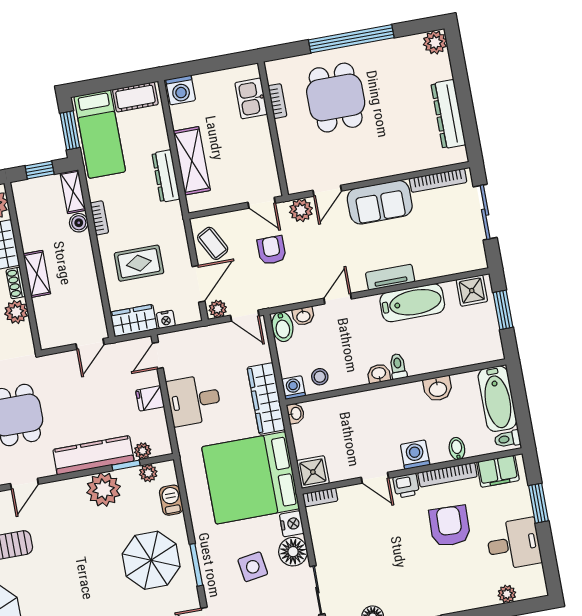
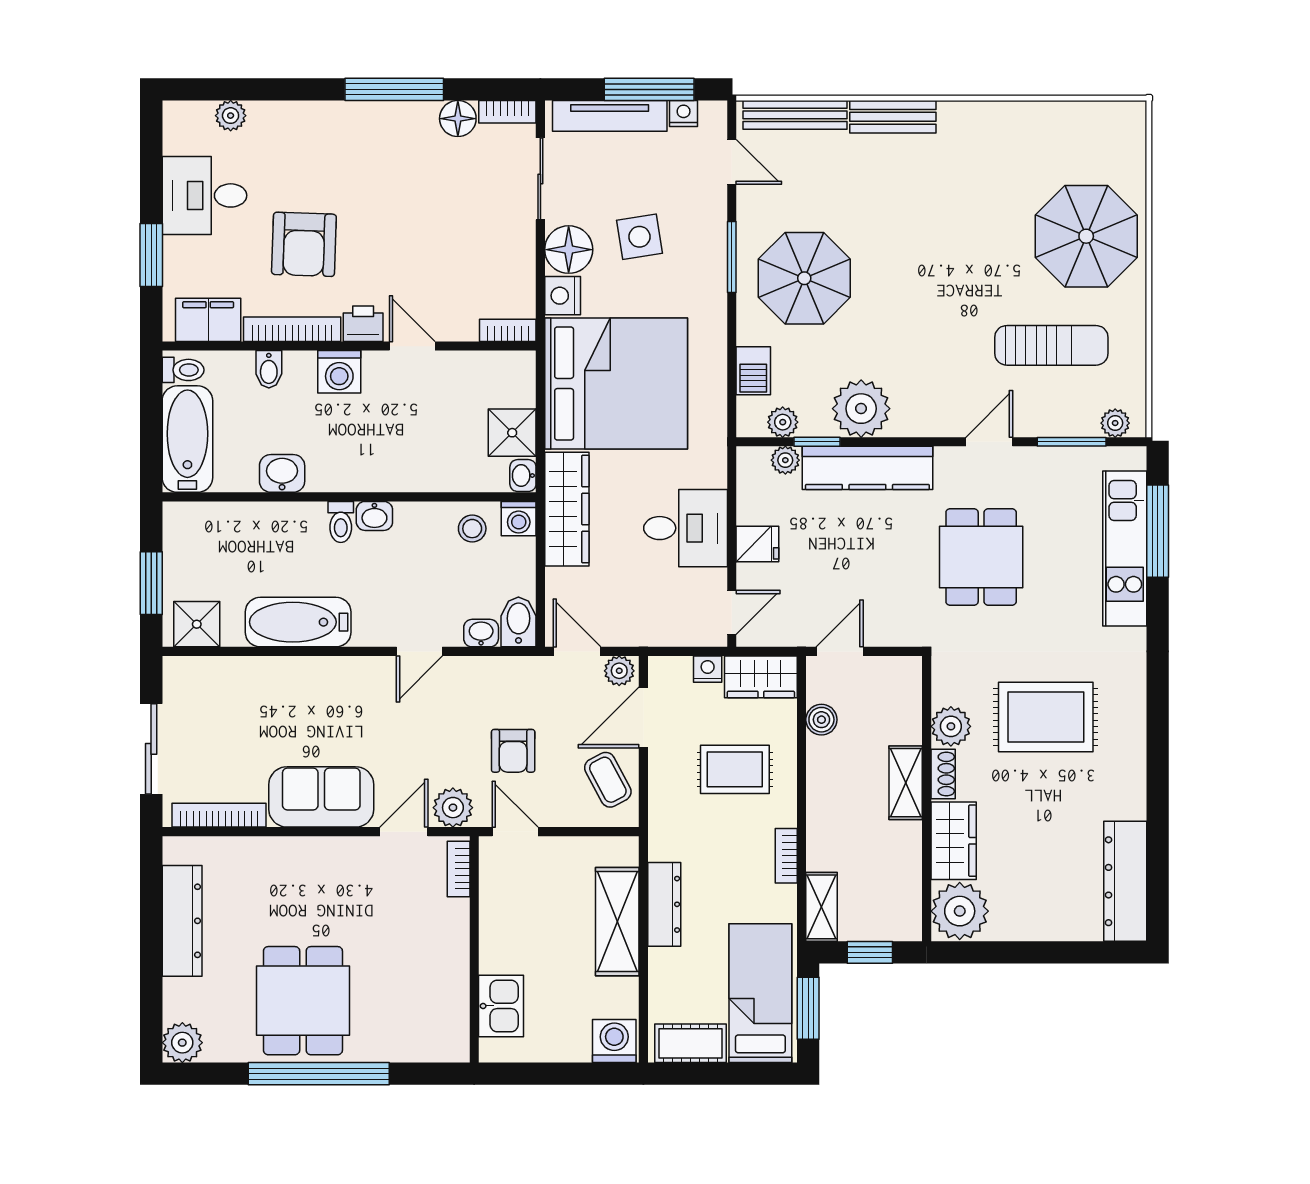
dining table: (336, 98) -> (303, 1001), moved
bookcase: (277, 101) -> (459, 869), moved
boiler: (79, 223) -> (821, 720), moved
tv unit: (390, 277) -> (327, 671), removed
shower: (313, 472) -> (512, 433), moved

